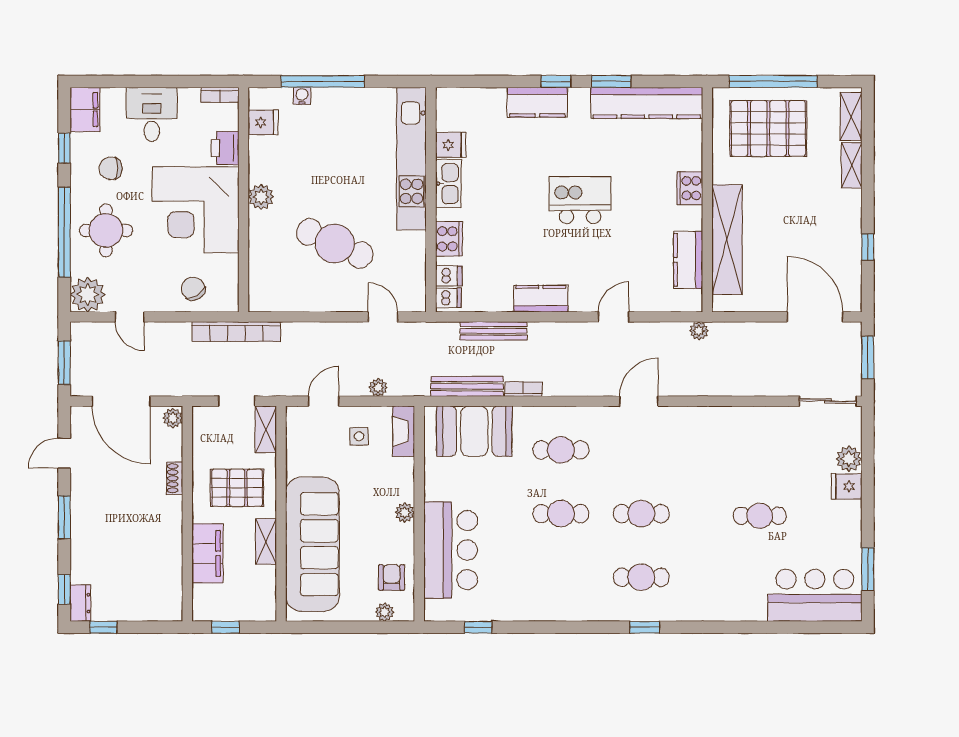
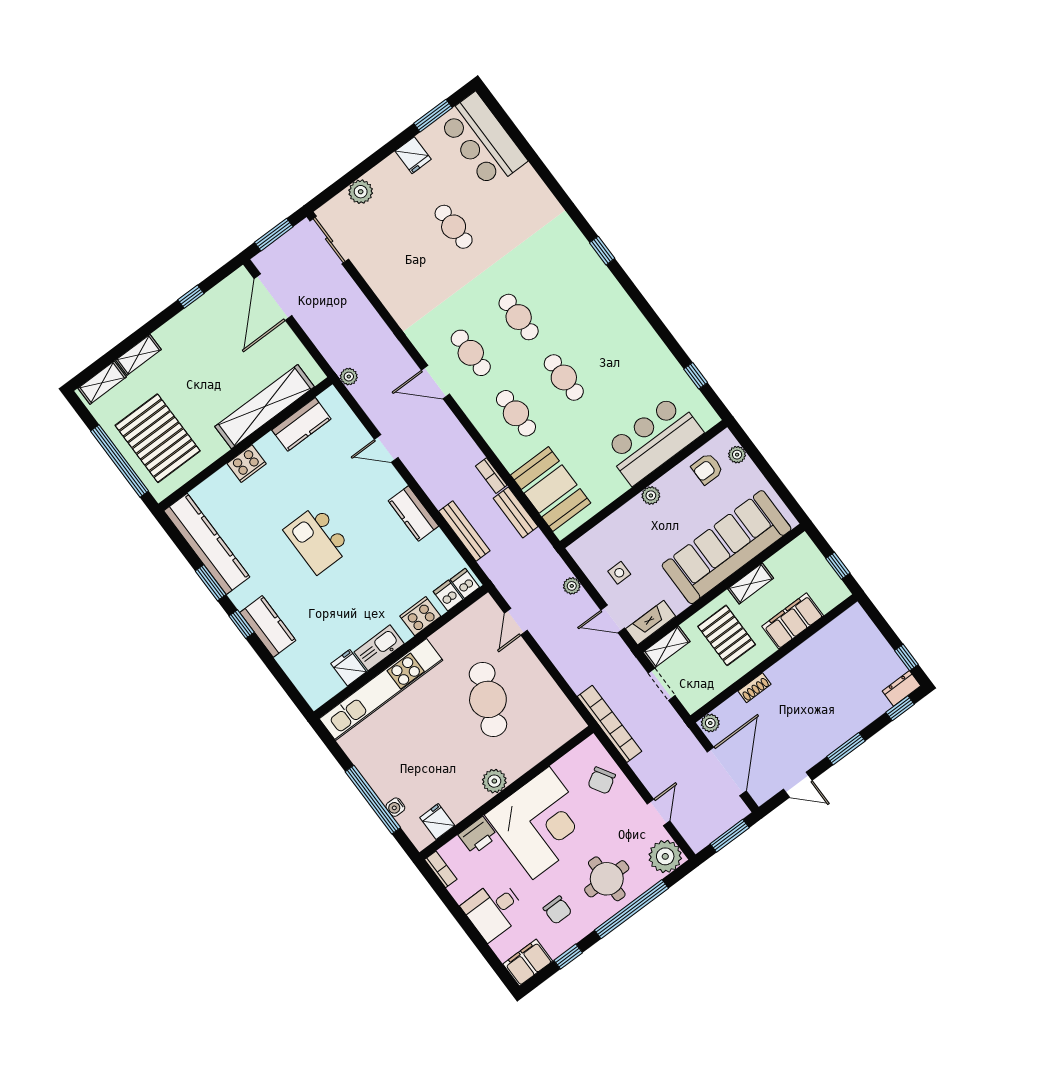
bench: (467, 386) -> (516, 512), width x0.73
fireplace: (404, 431) -> (651, 623), moved, turned 180
fridge: (847, 486) -> (413, 155), moved
cafe table: (641, 577) -> (471, 353), moved

